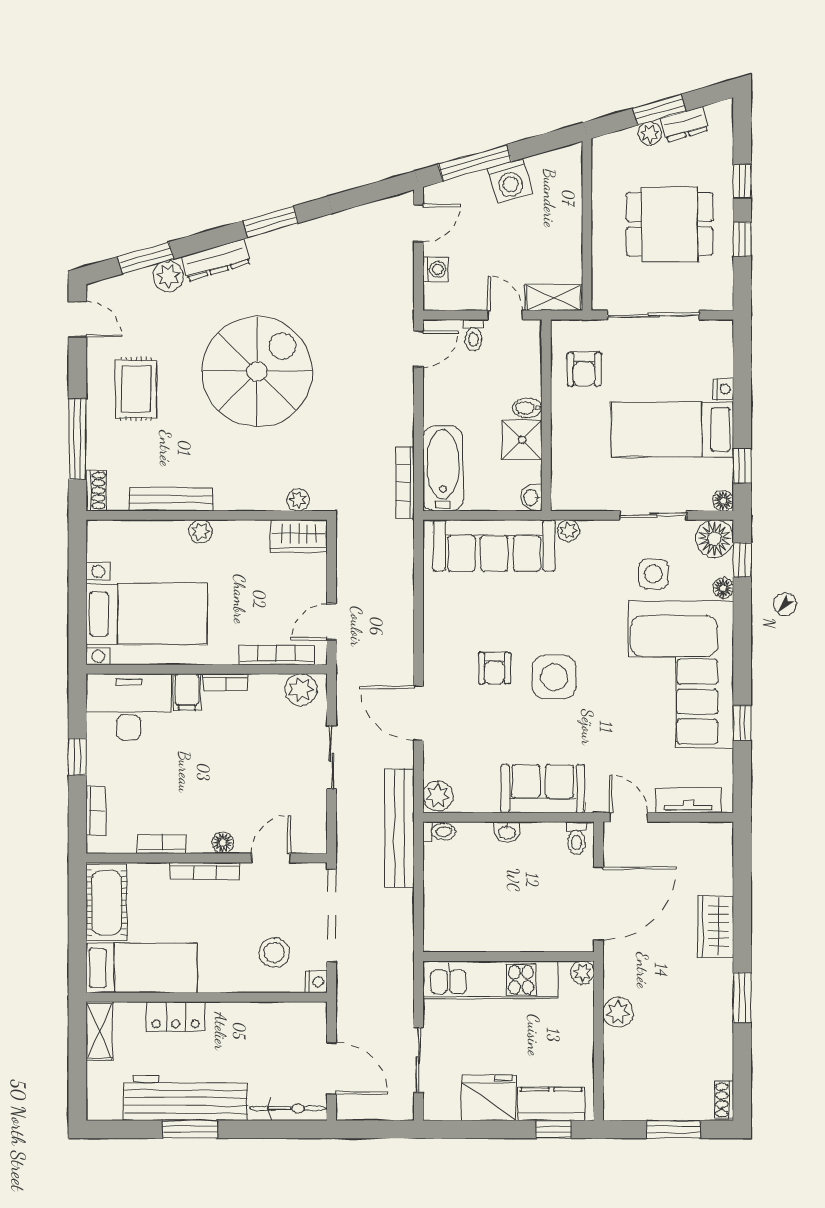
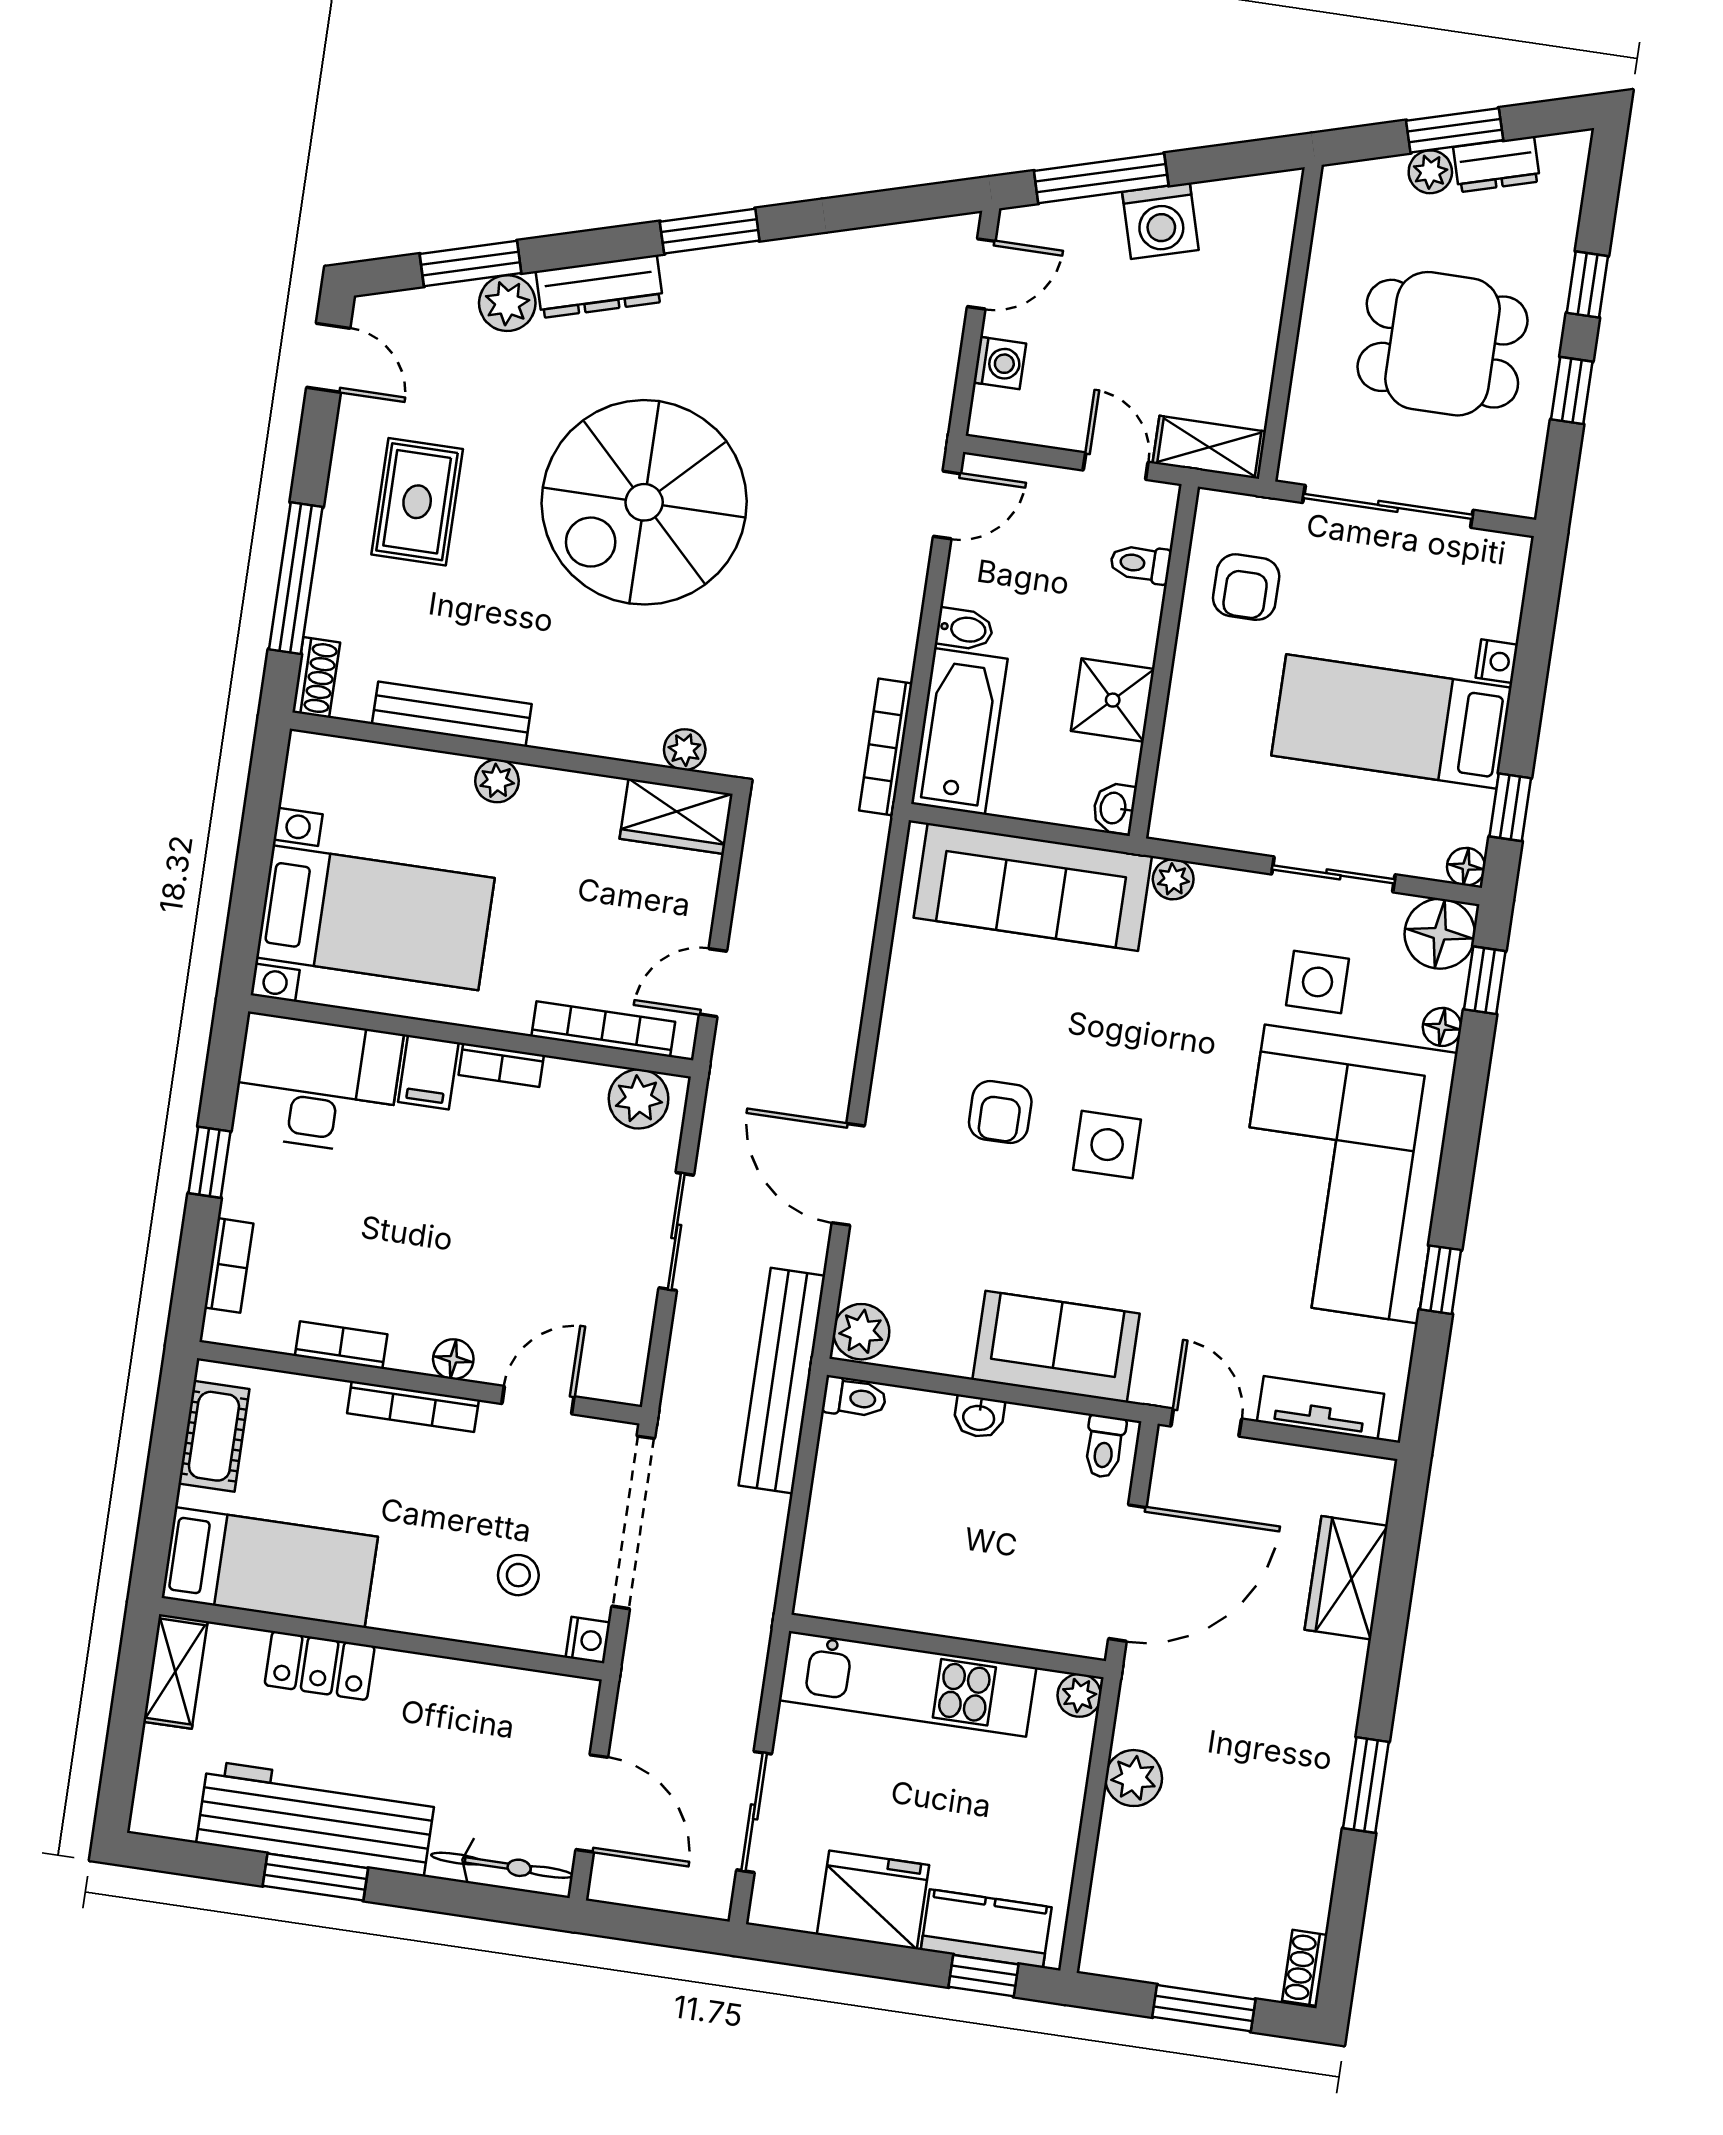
toilet: (473, 335) -> (1141, 564), moved, turned 90
spiral stairs: (257, 371) -> (644, 502), turned 180
bidet: (527, 408) -> (965, 629), moved, turned 180
side table: (554, 677) -> (1107, 1145), width x0.73, depth x0.73
cot: (106, 903) -> (214, 1436), width x0.73, depth x0.75
wardrobe: (715, 926) -> (1346, 1578), moved
stool: (274, 953) -> (518, 1575), width x0.73, depth x0.73

